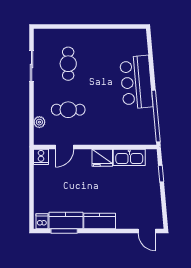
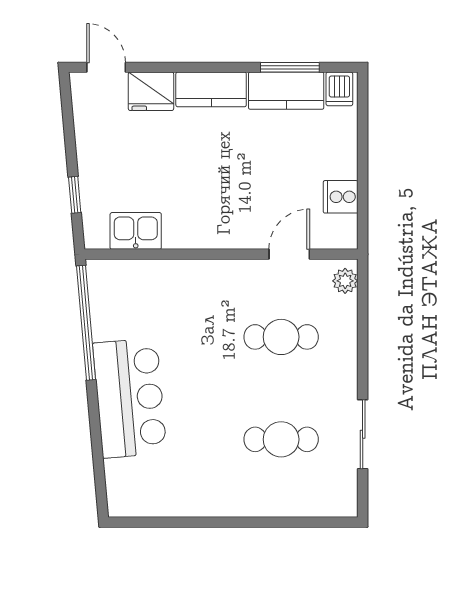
cafe table: (68, 64) -> (281, 439), turned 90
plant: (39, 122) -> (345, 281), moved
cooker: (41, 157) -> (341, 197), moved, turned -90
kitchen sink: (129, 157) -> (136, 231), width x0.73
fridge: (102, 158) -> (151, 91), moved, turned 180

